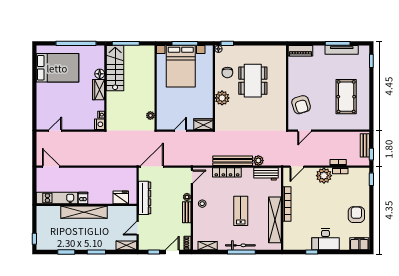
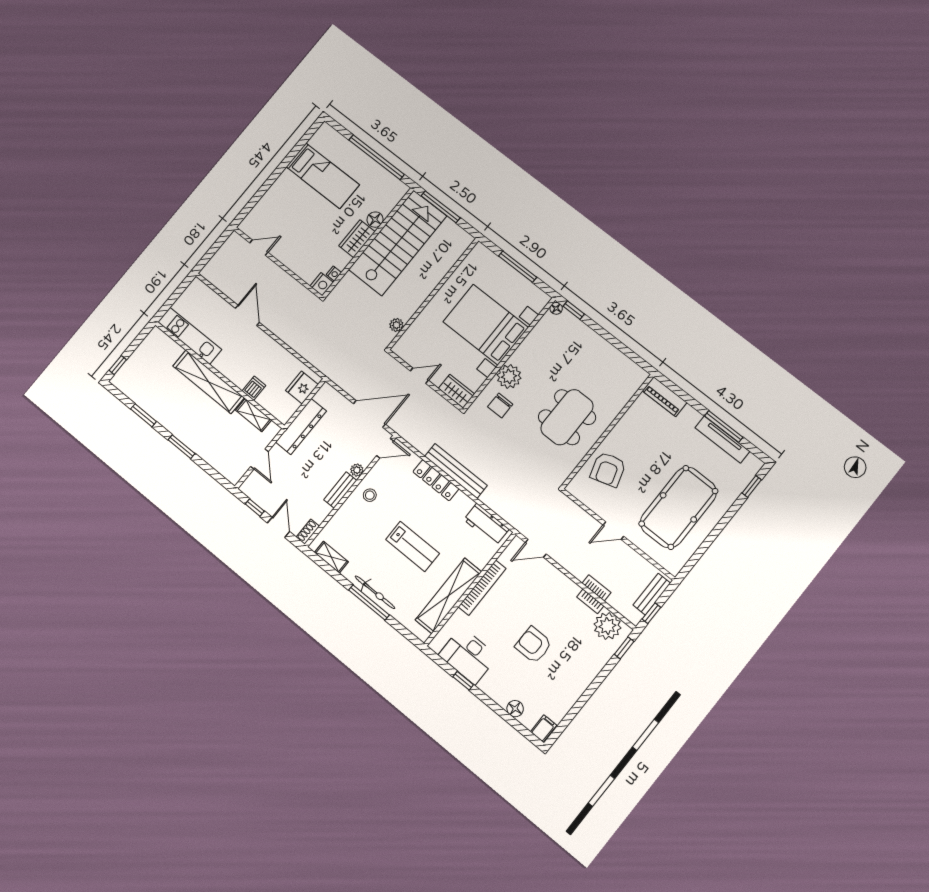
bed with nightstands: (181, 66) -> (486, 325), moved, turned 90
bed: (57, 68) -> (323, 176), width x0.67
stairs: (115, 68) -> (398, 243), width x1.36, depth x1.51
chair: (227, 73) -> (500, 406), moved
dining table: (253, 81) -> (567, 417), moved
pool table: (346, 97) -> (678, 507), width x1.36, depth x1.32
door: (304, 131) -> (613, 531), moved
plant: (258, 161) -> (490, 498), removed
door: (51, 167) -> (247, 315), moved
door: (152, 167) -> (369, 414), moved
plant: (324, 176) -> (607, 626), moved
fridge: (121, 197) -> (302, 387), moved, turned -90
dishwasher: (83, 198) -> (254, 388), moved
lab bench: (241, 211) -> (413, 546), turned 90
armchair: (356, 215) -> (534, 645), moved, turned -90
door: (138, 228) -> (259, 459), swing flipped
desk: (325, 239) -> (468, 656), moved
filing cabinet: (359, 244) -> (544, 729), width x0.50
shelving: (126, 245) -> (254, 415), moved
floor lamp: (345, 245) -> (515, 709), added
door: (172, 252) -> (278, 527), hinge flipped

